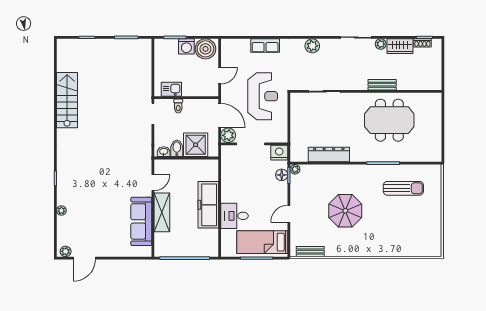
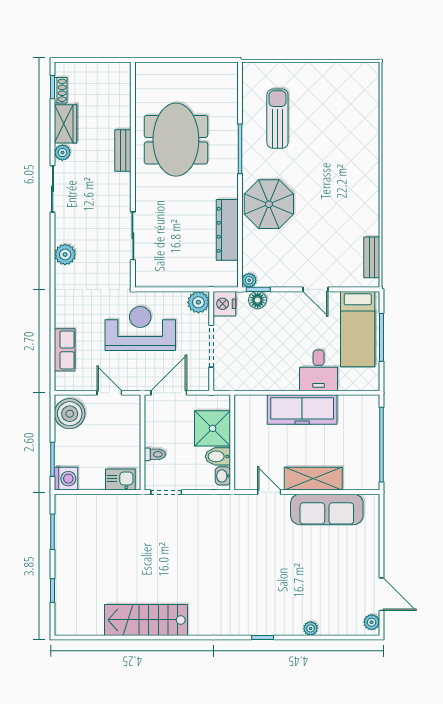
row of seats: (265, 45) -> (65, 350), moved
washing machine: (186, 46) -> (66, 479), moved
kitchen sink: (171, 89) -> (120, 480), moved, turned 90
plant: (228, 135) -> (198, 302), moved
parasol: (345, 211) -> (269, 204), moved

